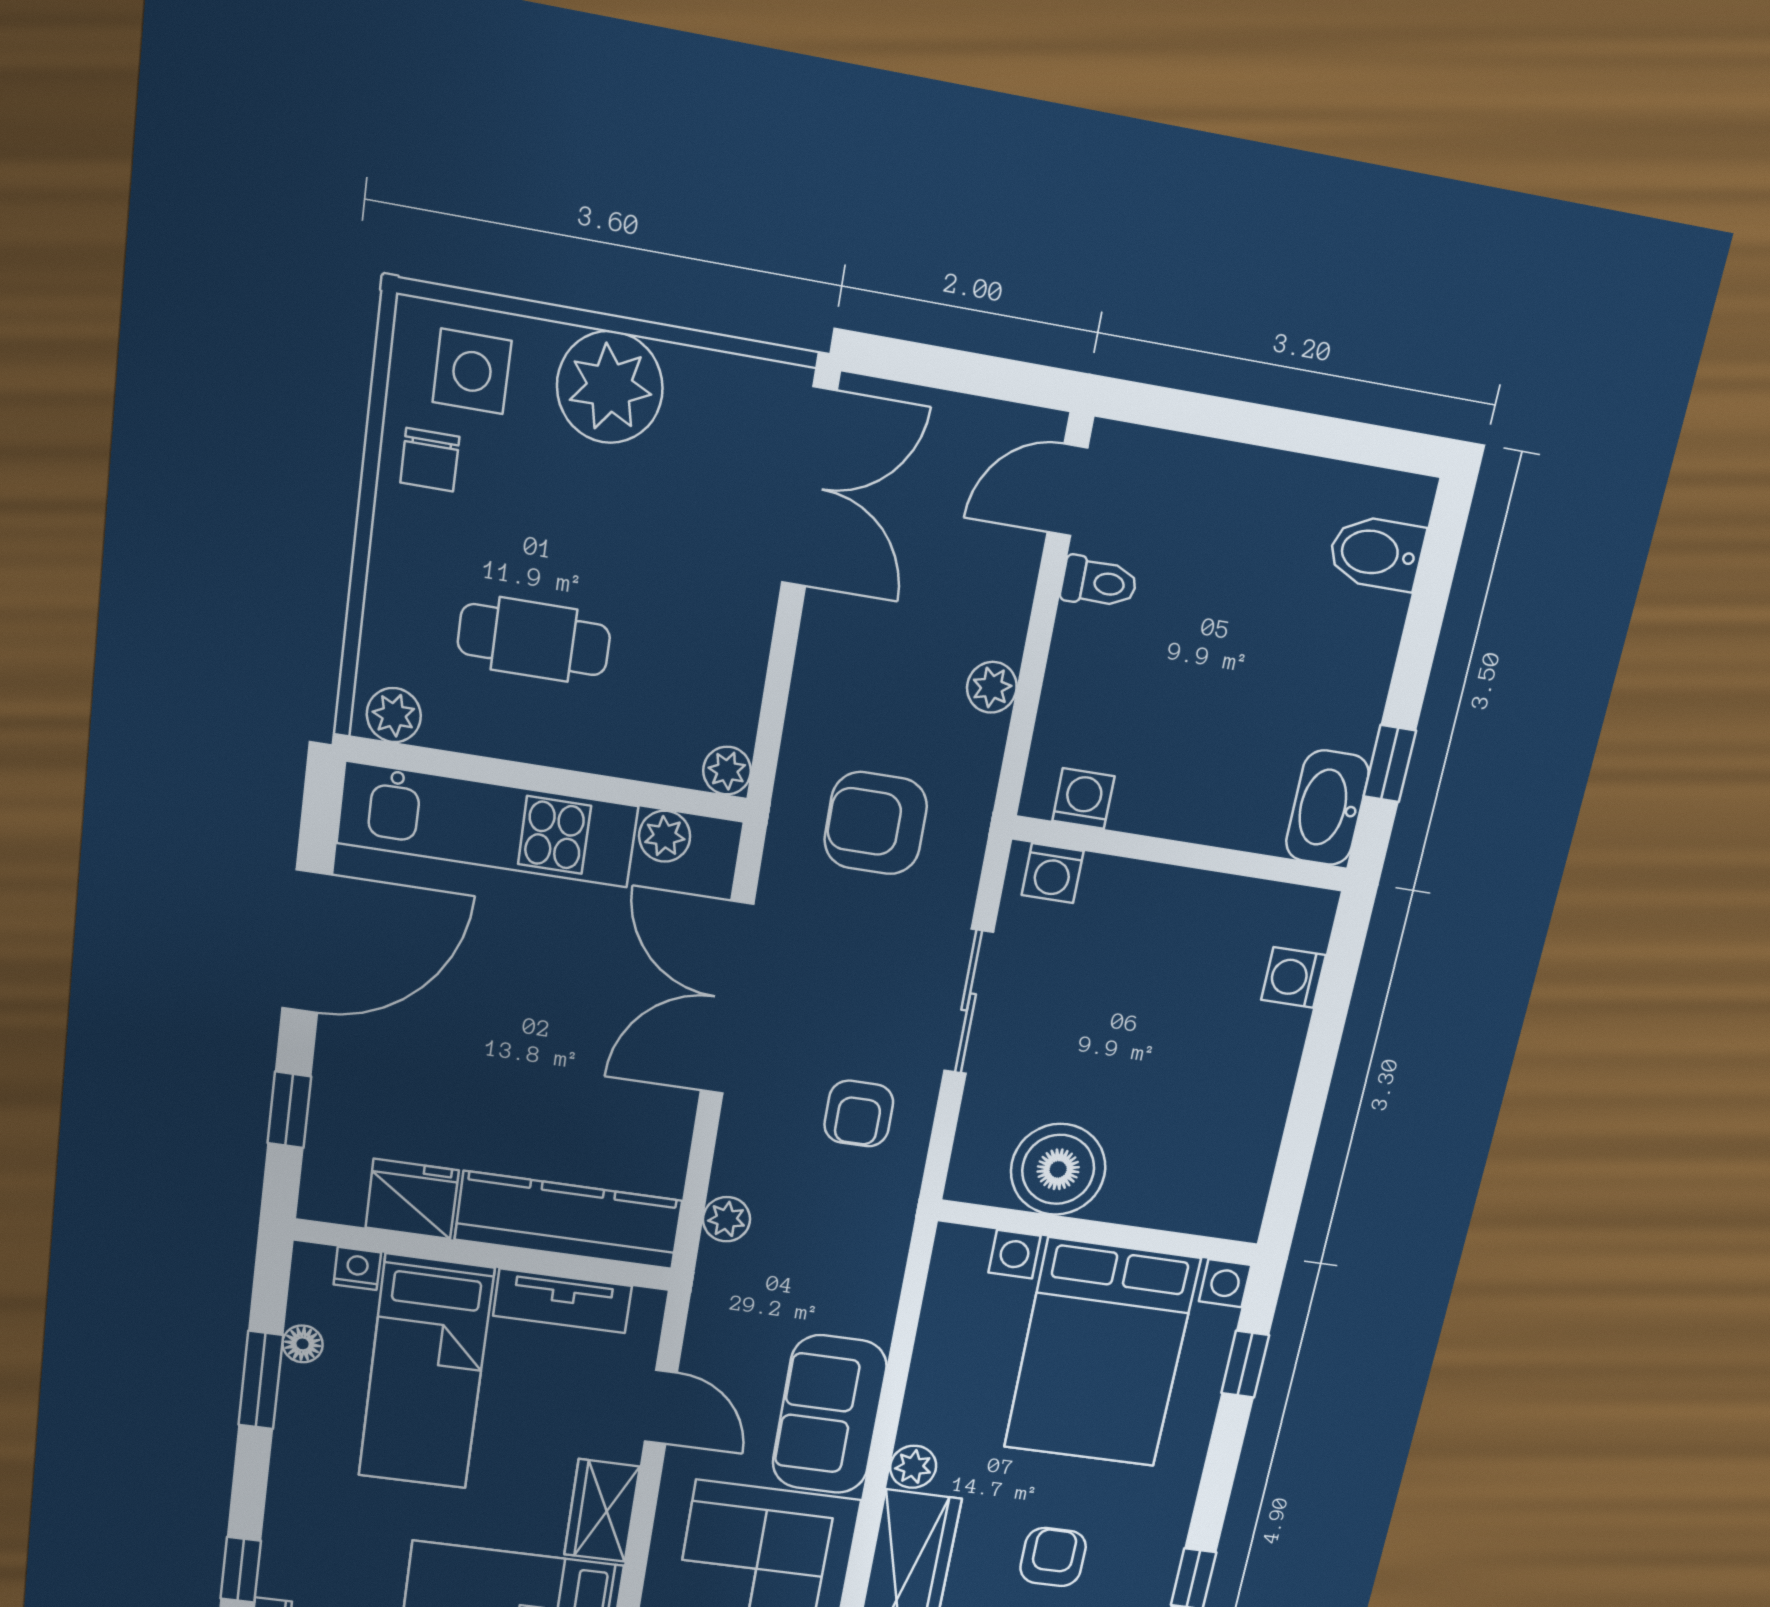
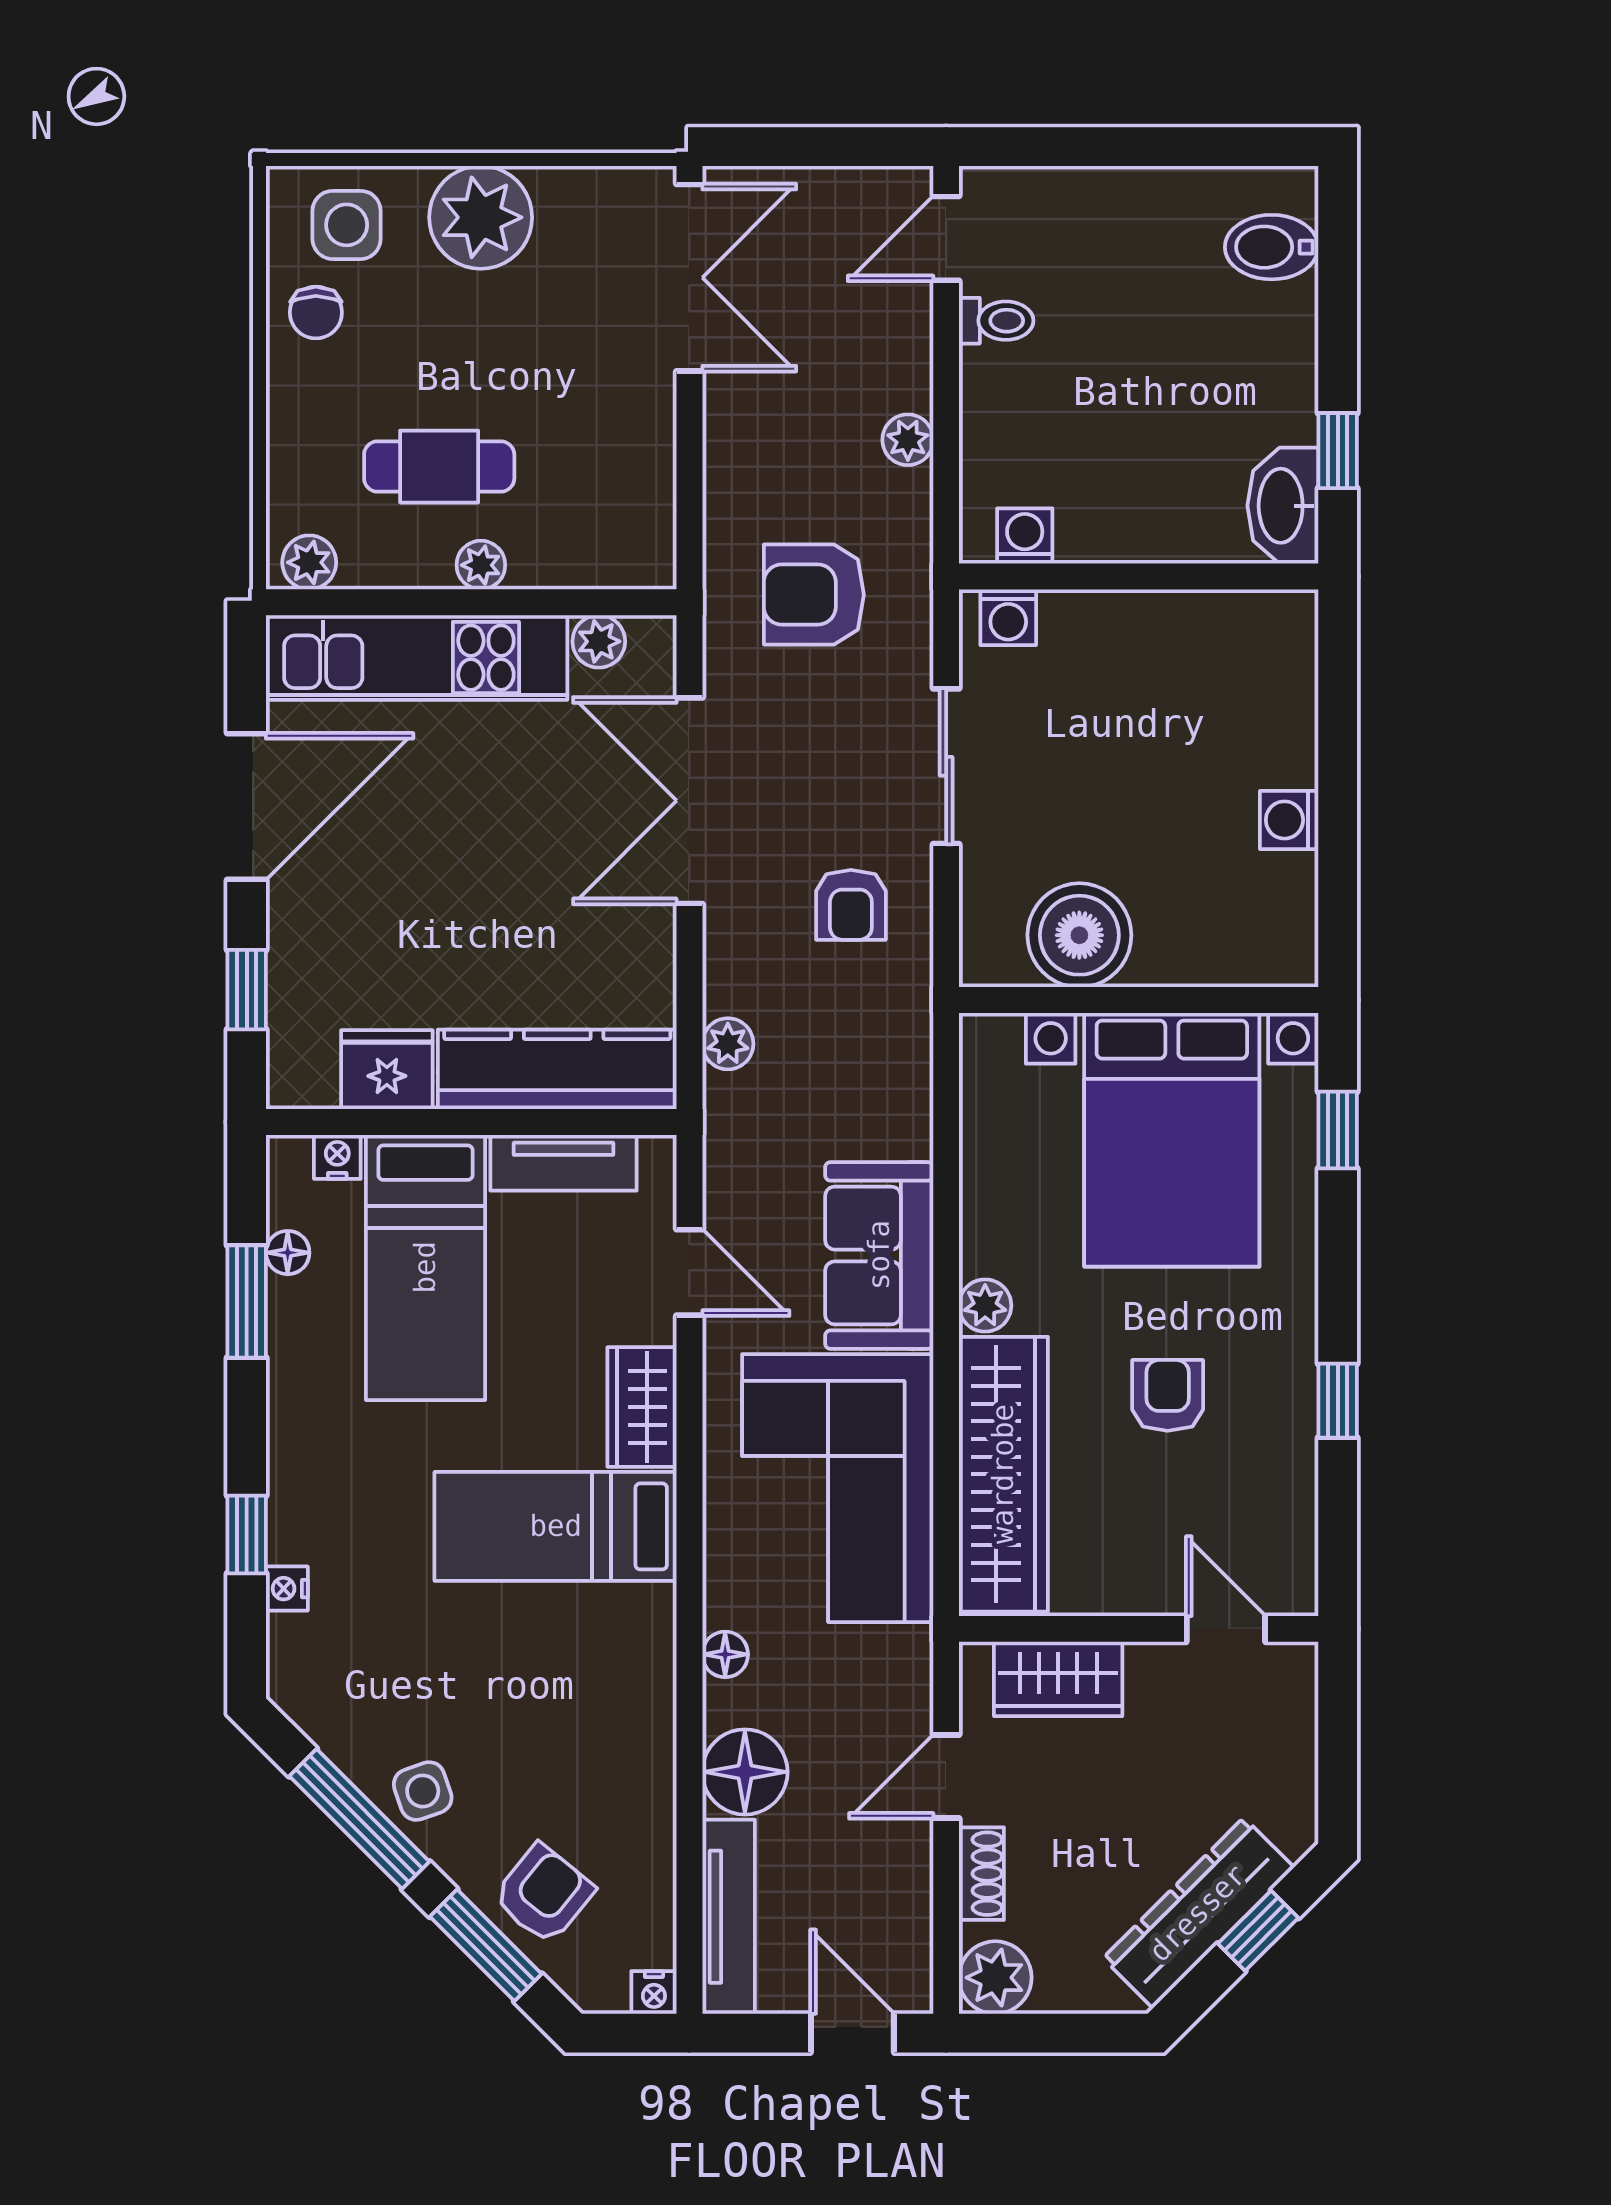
plant: (727, 771) -> (481, 565), moved
washing machine: (1293, 977) -> (1289, 820), moved

